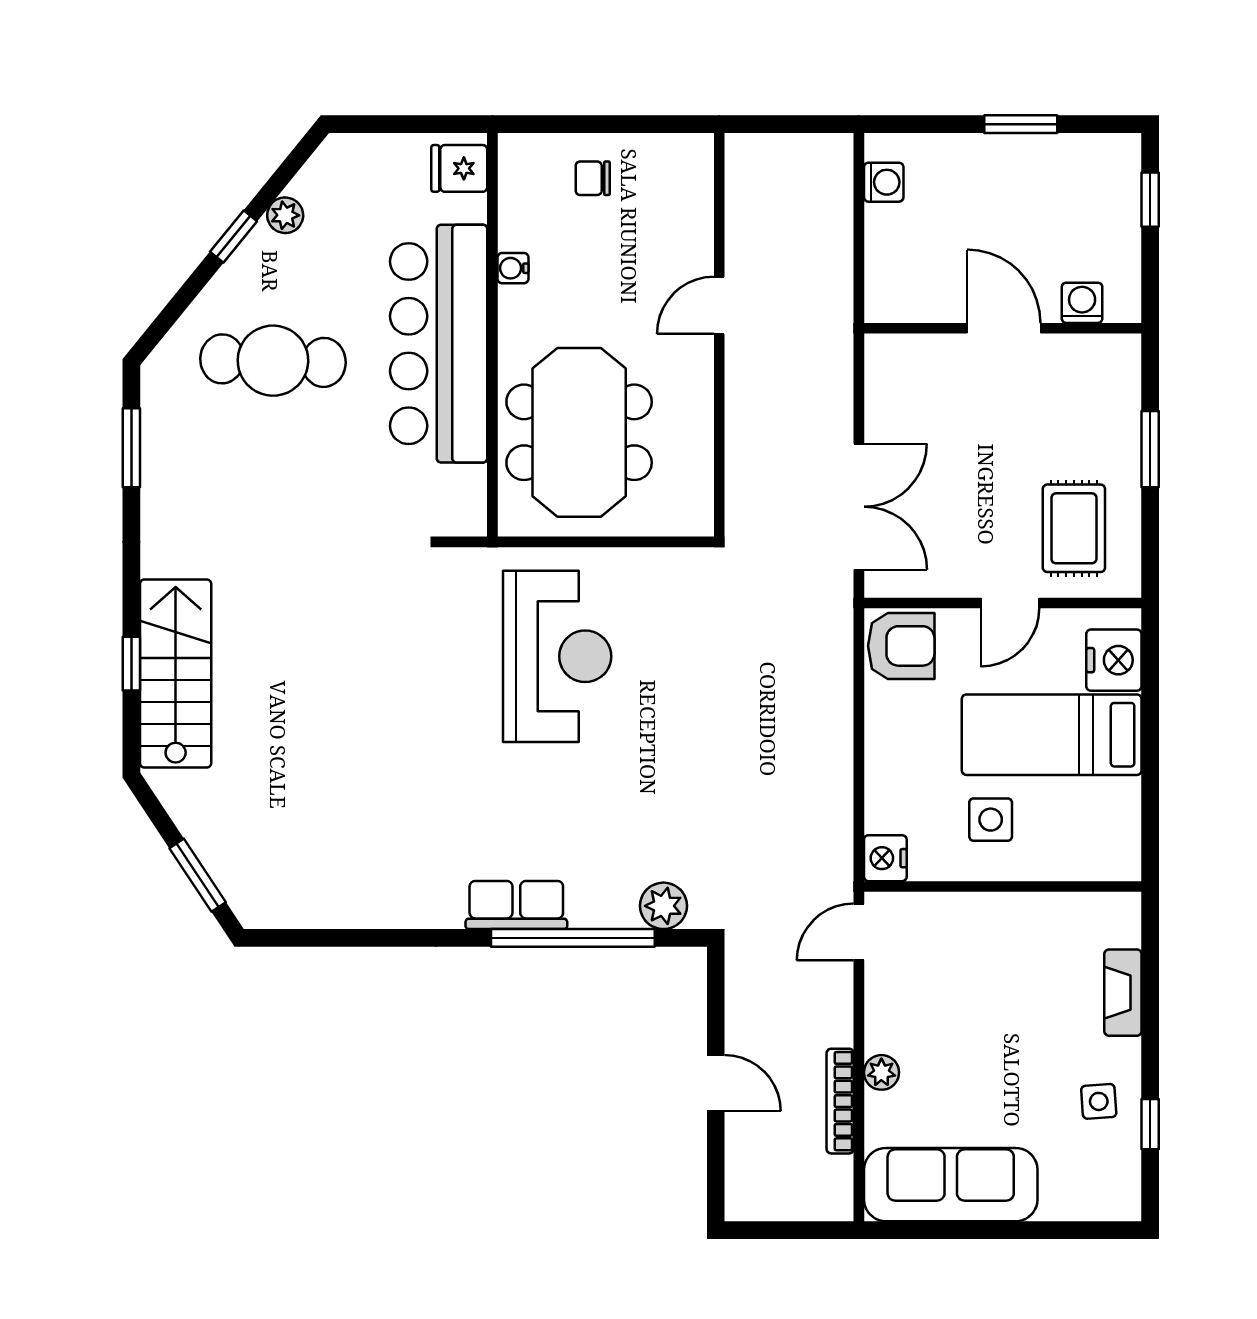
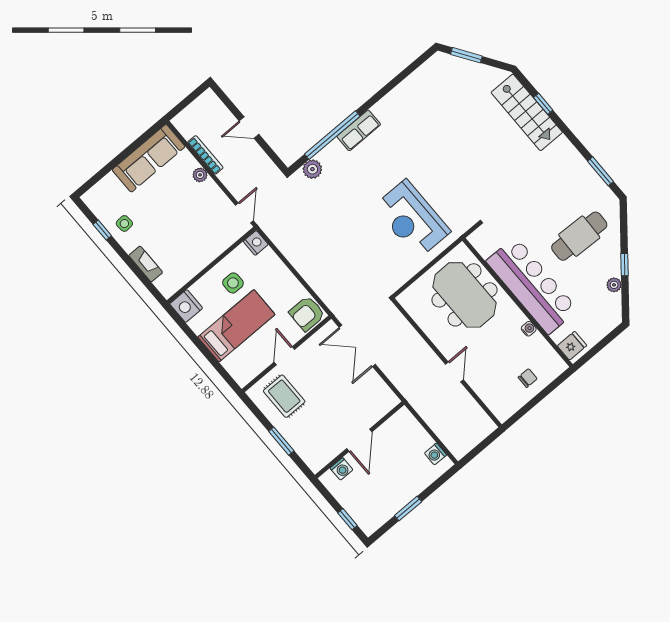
door: (1004, 328) -> (359, 440), hinge flipped
nightstand: (1114, 660) -> (186, 306), moved

